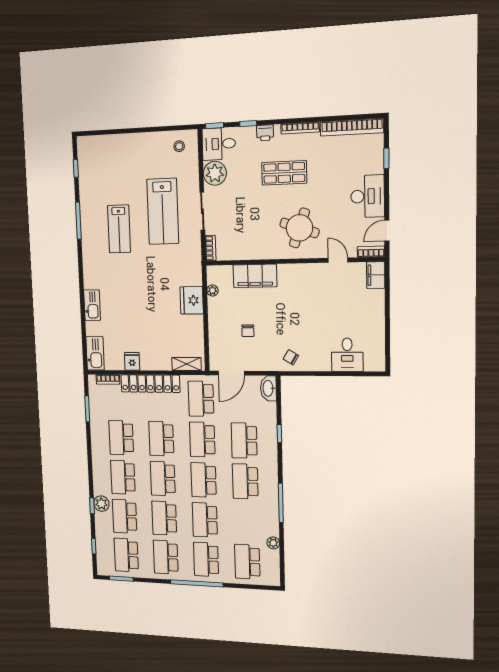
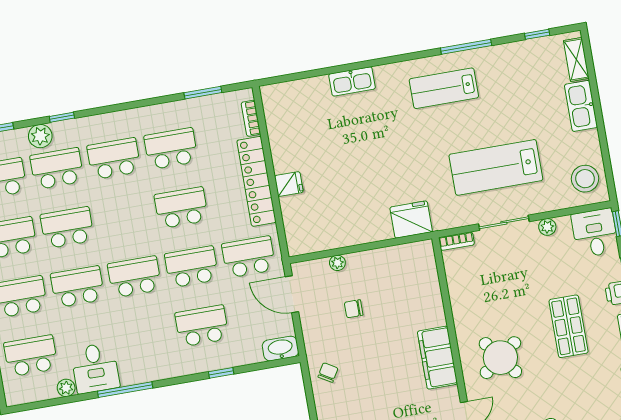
stool: (179, 146) -> (585, 179), width x1.89, depth x1.89
plant: (215, 173) -> (547, 227), width x0.53, depth x0.53
round table: (300, 228) -> (500, 358), turned 34
lab bench: (119, 229) -> (444, 88), moved
filing cabinet: (255, 276) -> (437, 358), moved
plant: (212, 290) -> (337, 263), moved
fridge: (192, 300) -> (411, 220), moved
kitchen sink: (95, 353) -> (581, 106), moved, turned 90
fridge: (132, 361) -> (289, 184), moved
shelving: (187, 364) -> (576, 59), moved
school desk: (163, 479) -> (124, 218), removed
school desk: (245, 481) -> (145, 336), removed
plant: (101, 504) -> (40, 136), moved
desk: (262, 520) -> (95, 368), added

